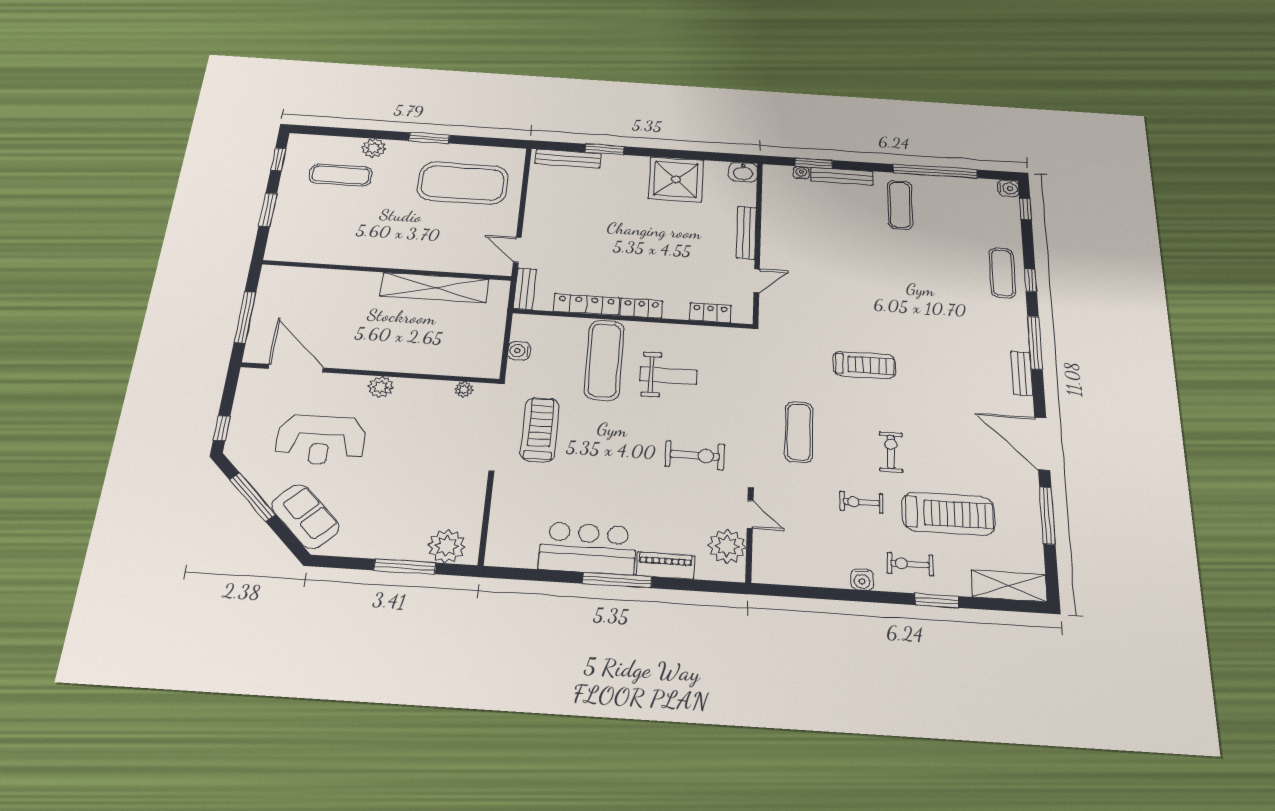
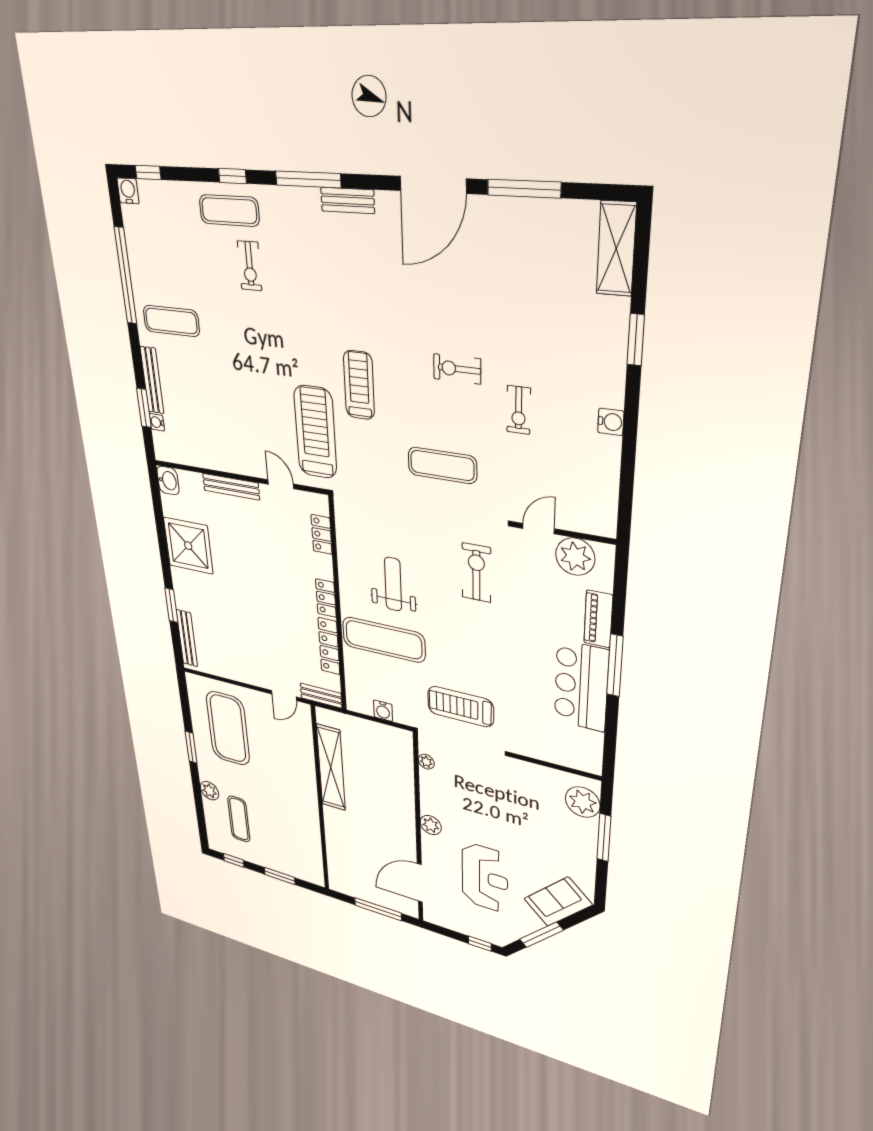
treadmill: (948, 514) -> (315, 432), moved
exercise bike: (910, 564) -> (250, 266), moved

